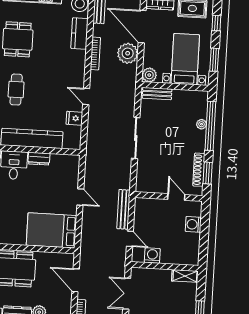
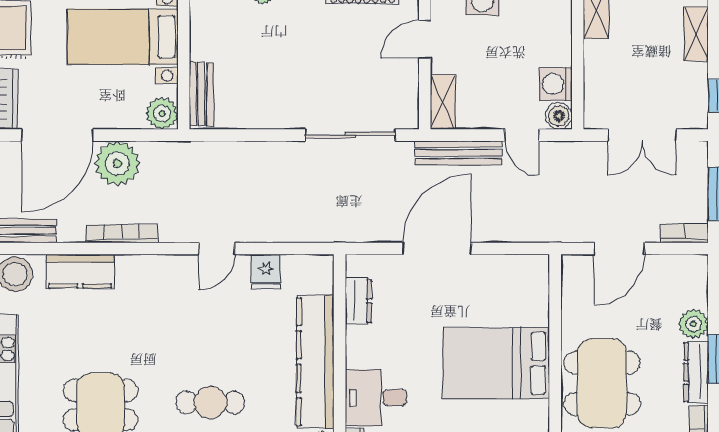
sliding door: (136, 138) -> (350, 135), moved
dresser: (39, 159) -> (358, 301), moved
door: (80, 197) -> (437, 249), width x1.88
shelving: (147, 203) -> (443, 102), added
bed: (51, 230) -> (496, 363), moved, turned 90
door: (130, 239) -> (522, 135), swing flipped
boiler: (138, 256) -> (559, 116), added

